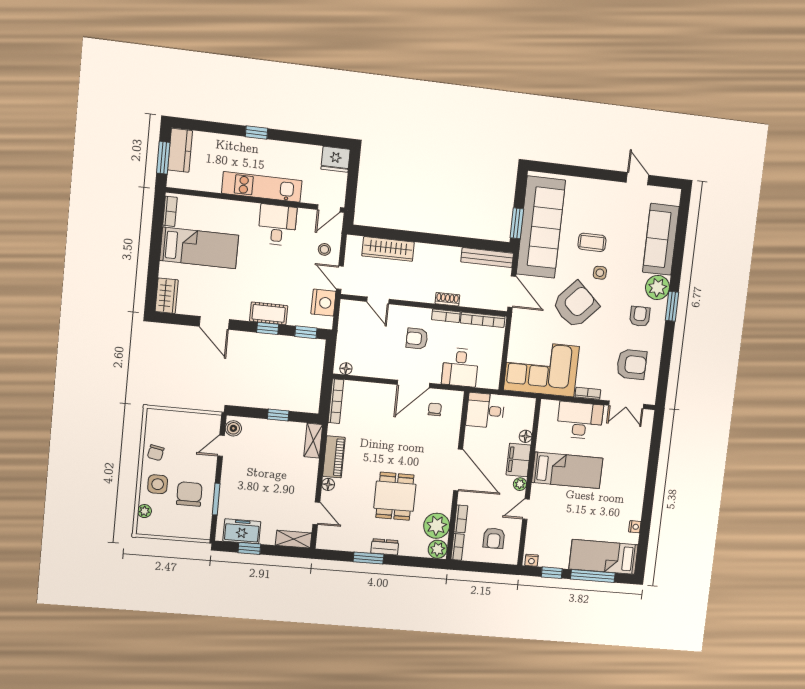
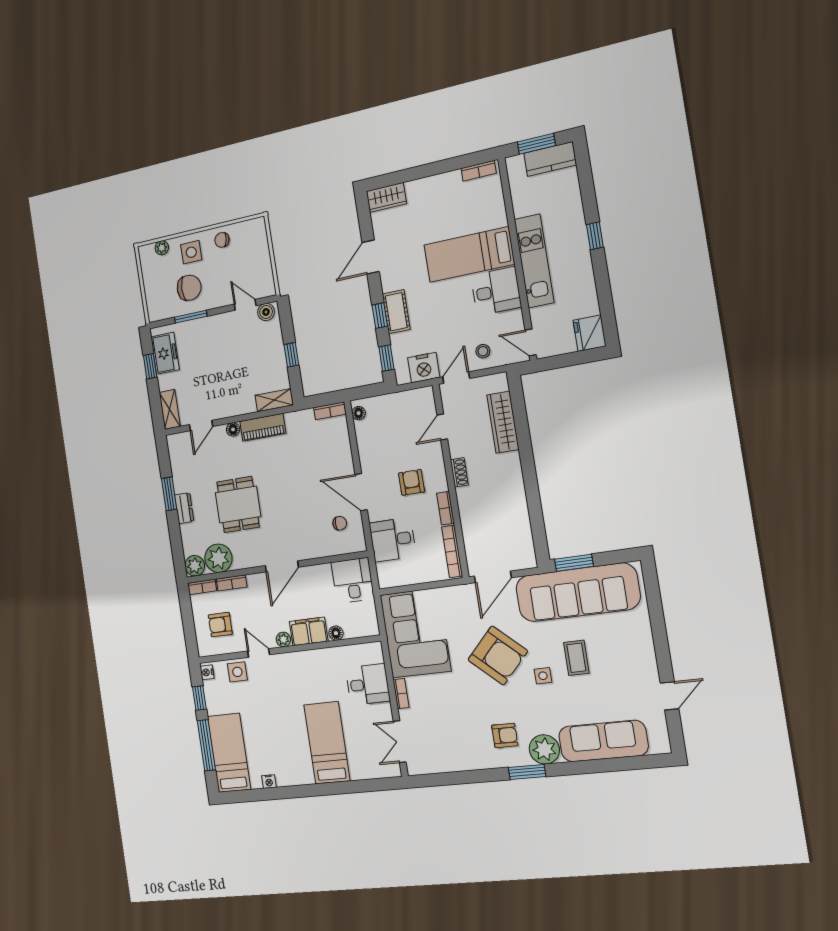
bed: (199, 248) -> (469, 255), moved, turned 90
bench: (487, 258) -> (524, 538), removed
shoe rack: (447, 299) -> (459, 472), moved
armchair: (632, 364) -> (447, 738), removed
bookcase: (336, 401) -> (330, 411), width x0.64
desk: (580, 420) -> (368, 684), width x0.73
door: (458, 470) -> (282, 566), width x0.73
bed: (567, 470) -> (327, 743), moved, turned 180
dining table: (395, 496) -> (238, 505), turned 90
side table: (538, 532) -> (237, 672), added

